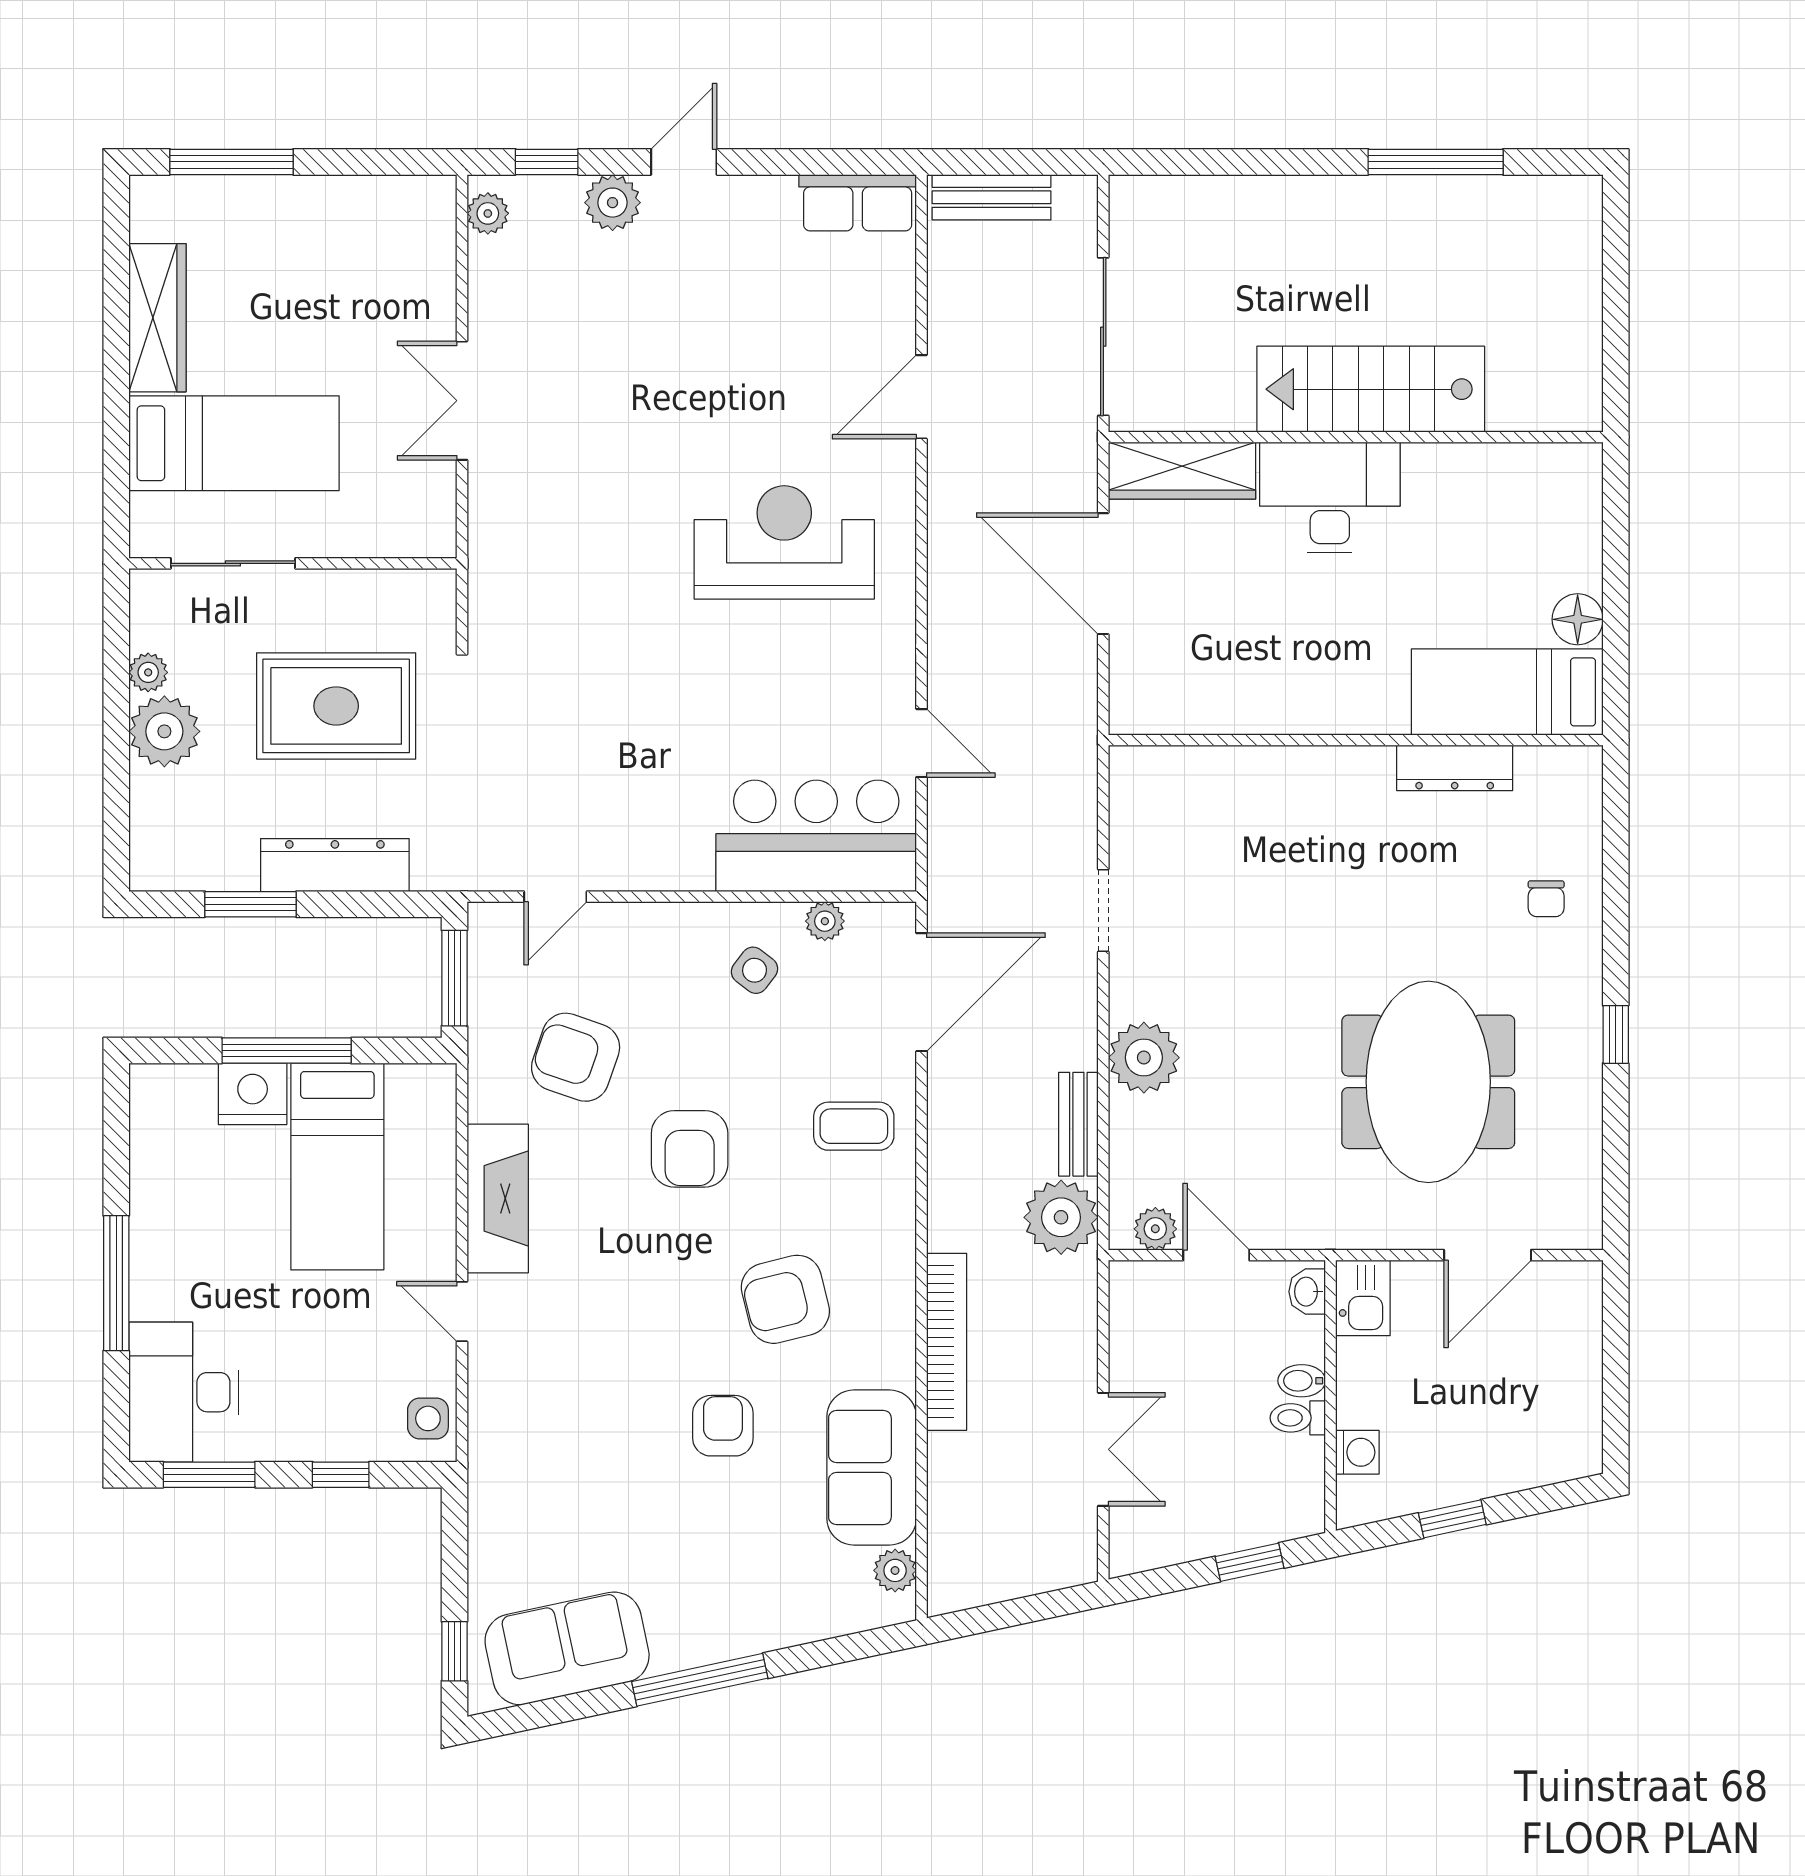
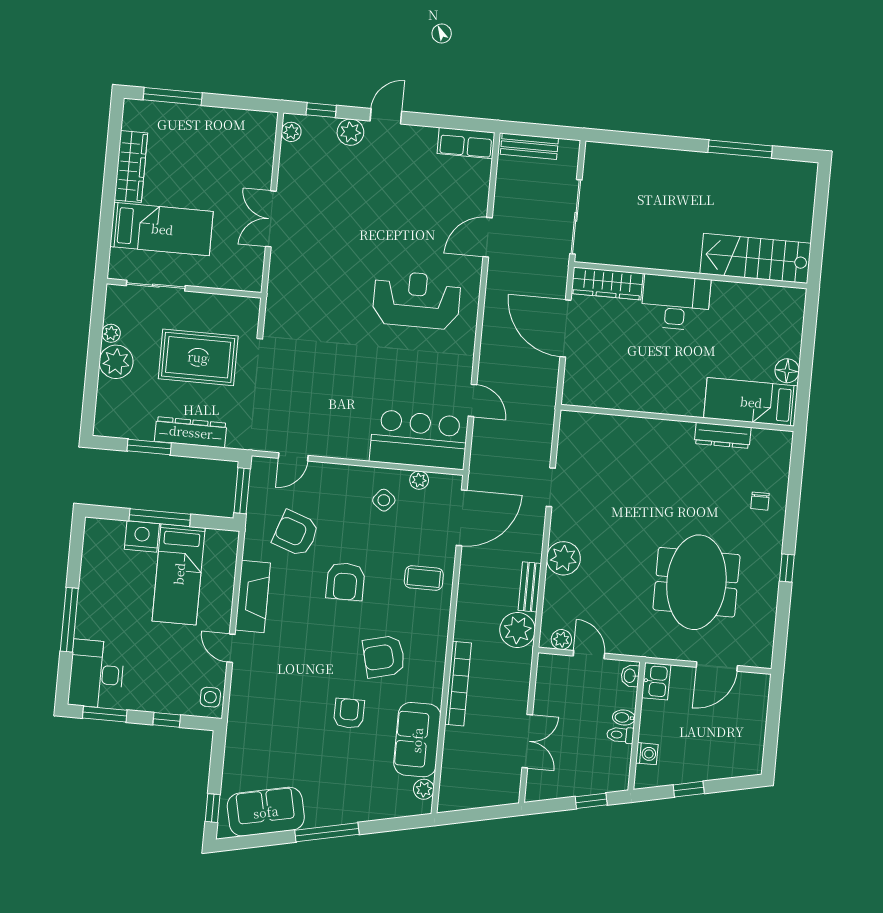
stairs: (1371, 389) -> (756, 258), moved

